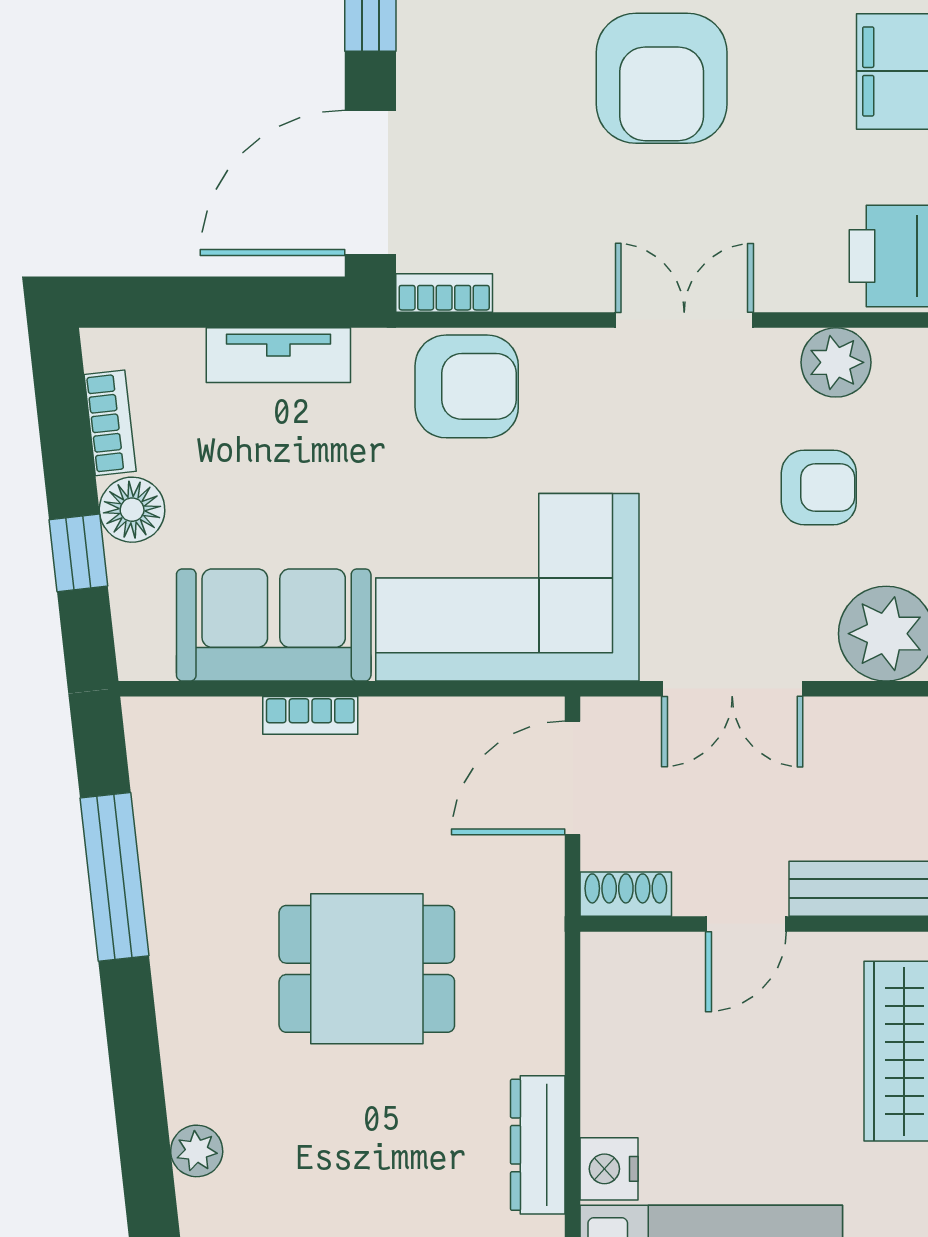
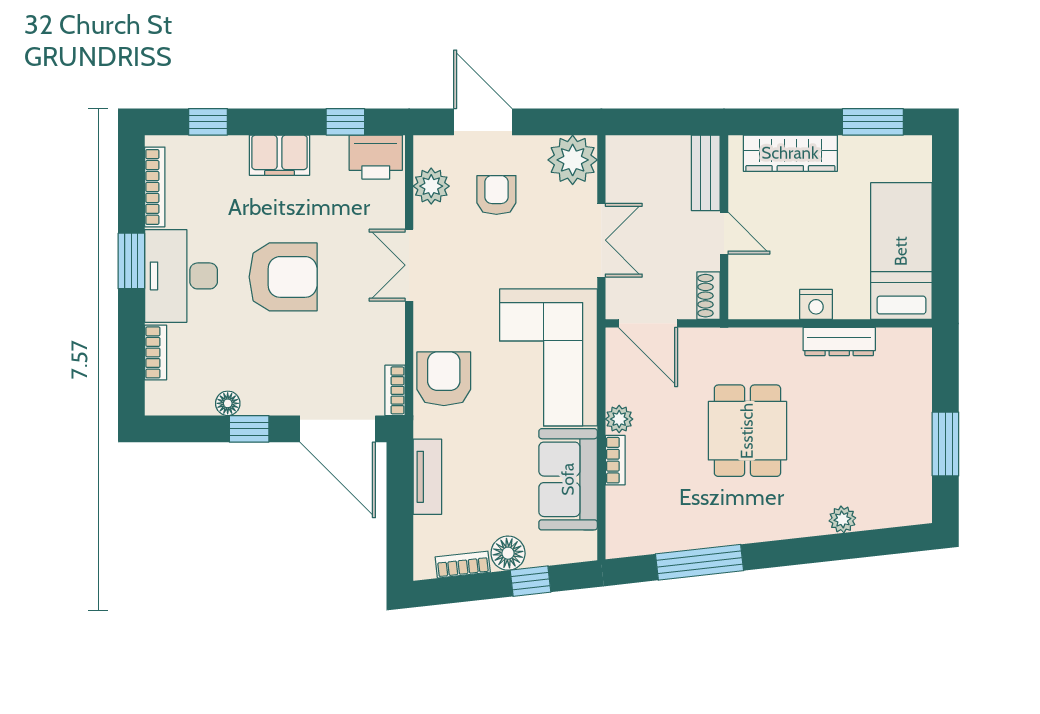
plant: (389, 723) -> (619, 419), added
nightstand: (609, 1169) -> (816, 304), moved

